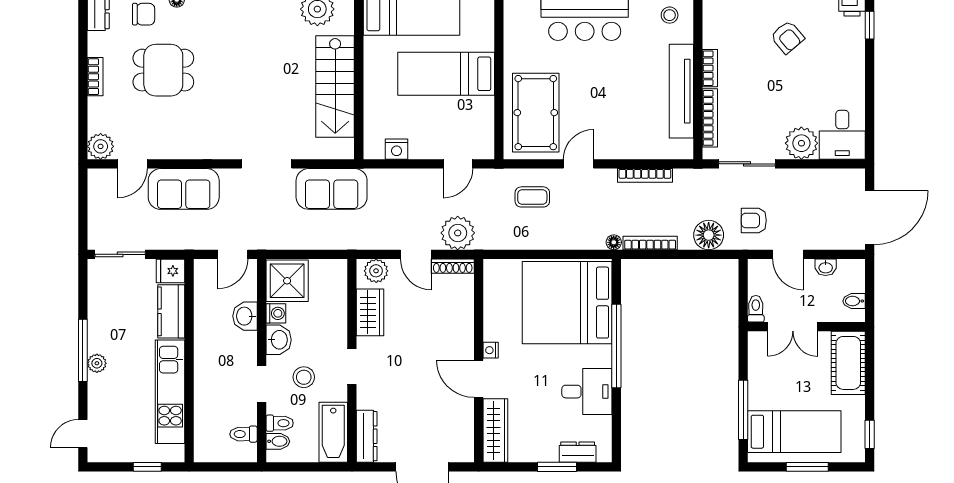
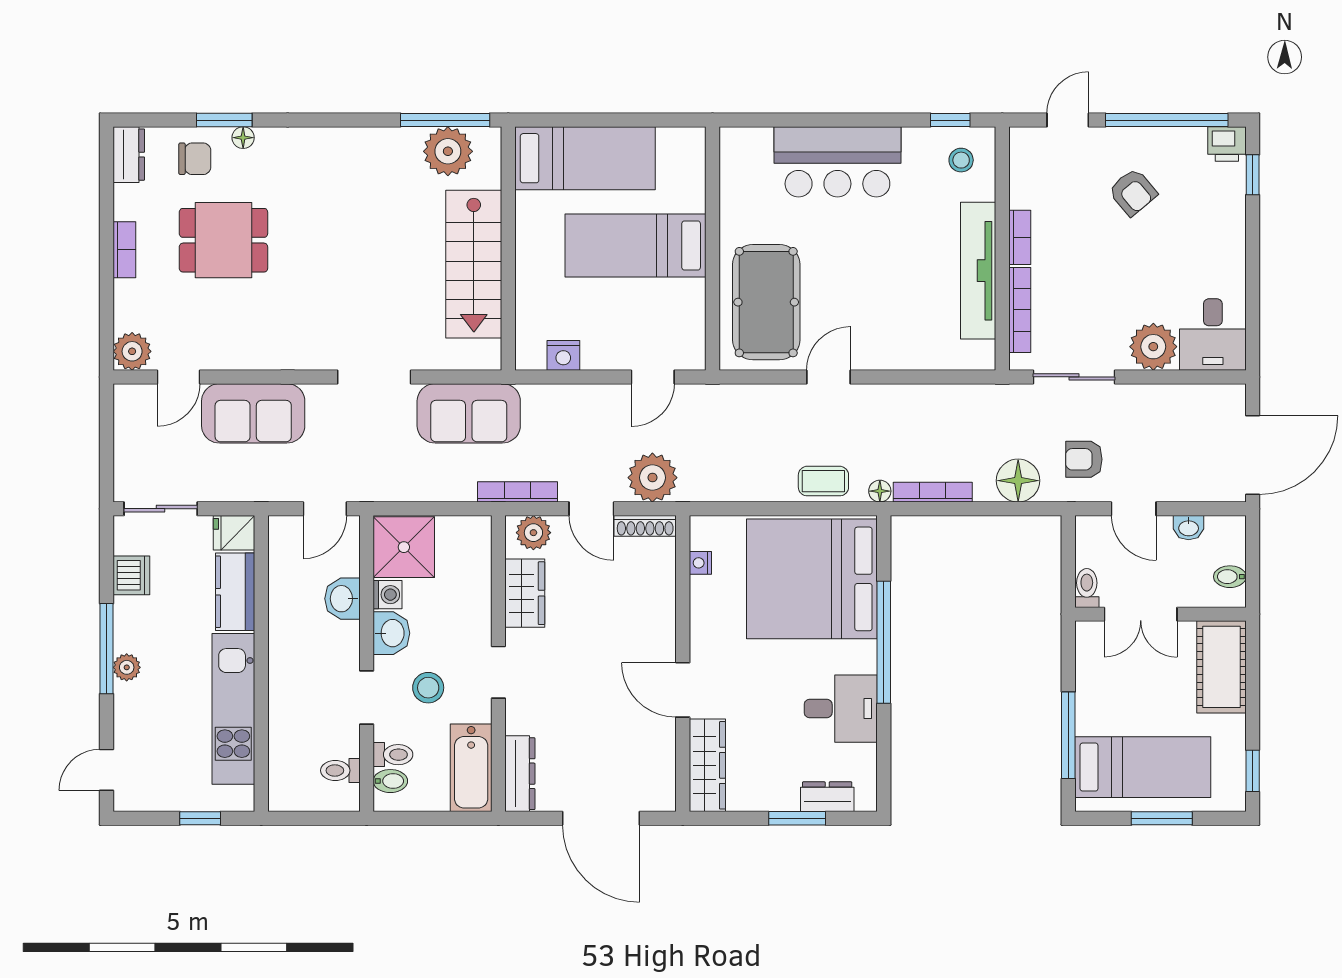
bookcase: (645, 175) -> (517, 492), moved, turned 180
coffee table: (532, 197) -> (823, 481), moved
dishwasher: (100, 300) -> (131, 575), added
nightstand: (491, 350) -> (700, 563), moved

